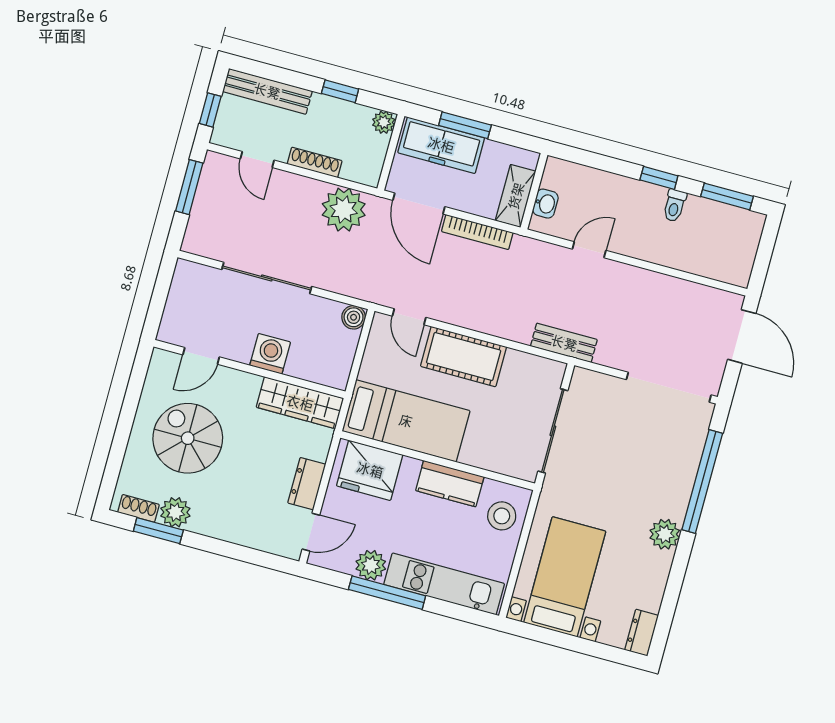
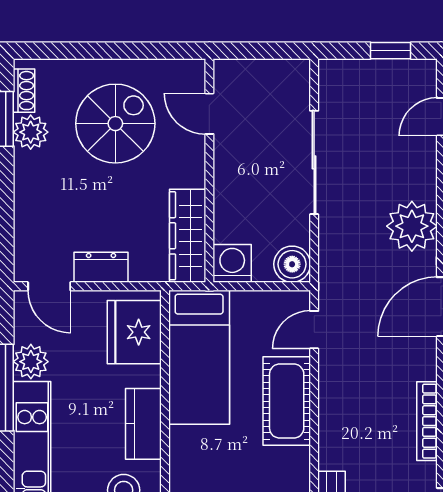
window: (189, 187) -> (391, 51), width x0.67
bookcase: (477, 232) -> (427, 421), moved
boiler: (354, 317) -> (292, 264), width x1.36, depth x1.36
washing machine: (270, 354) -> (232, 263), moved, turned -90

